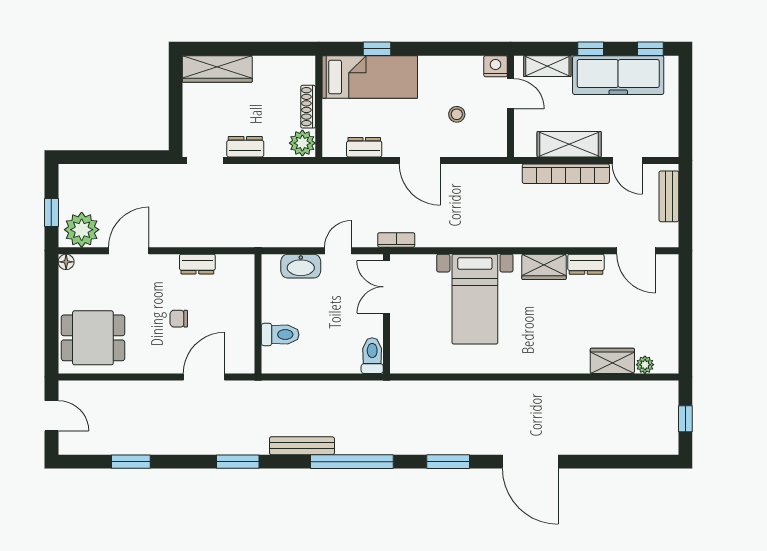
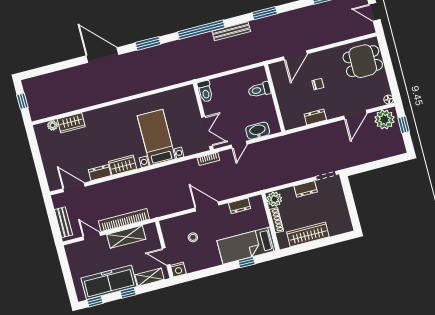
wardrobe: (217, 69) -> (308, 234), moved

